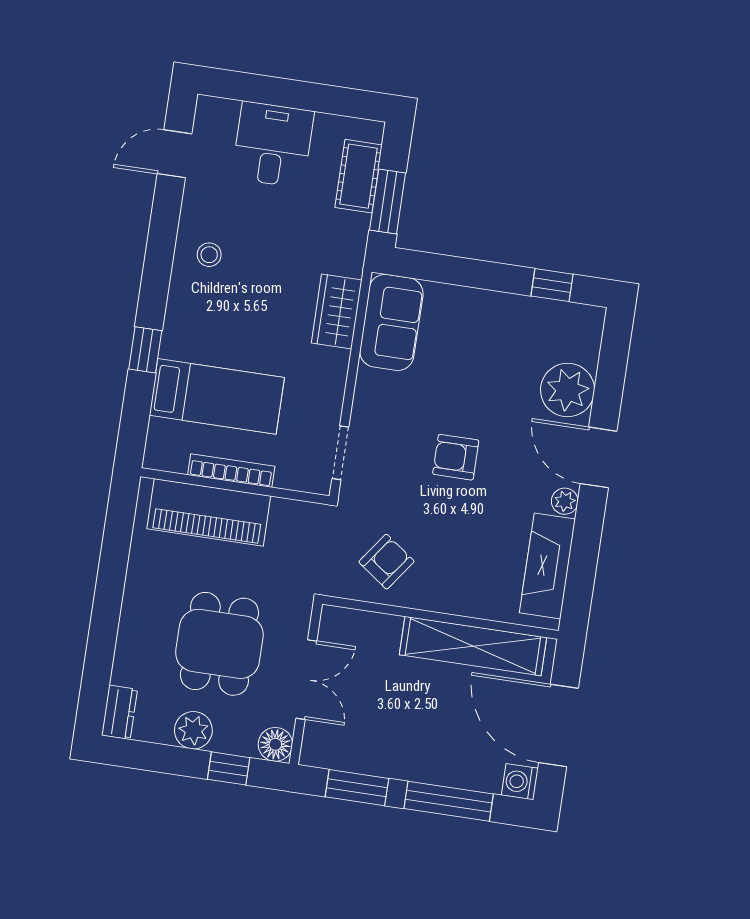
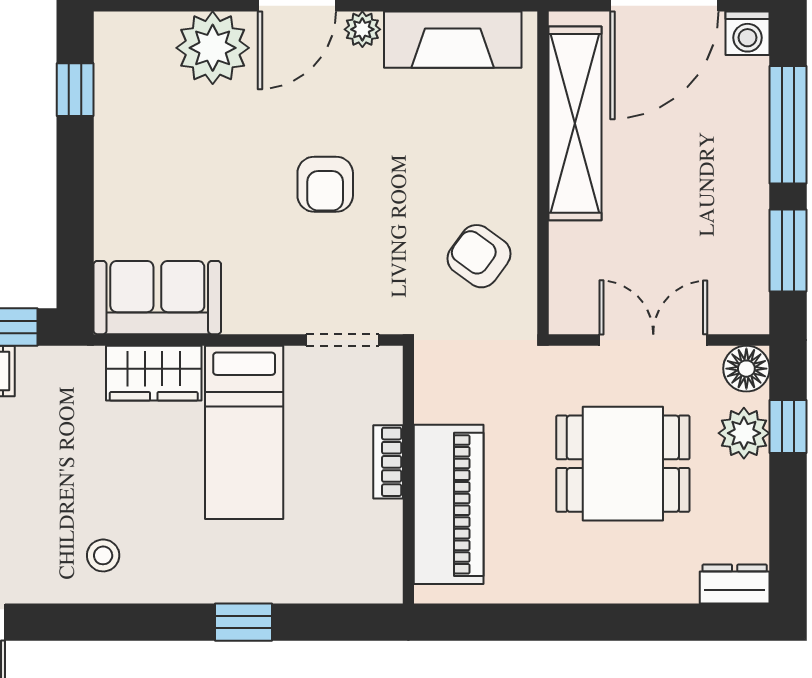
bed: (217, 396) -> (244, 432), moved, turned 180
bookcase: (231, 471) -> (388, 462), width x0.64
plant: (193, 730) -> (744, 433), moved

